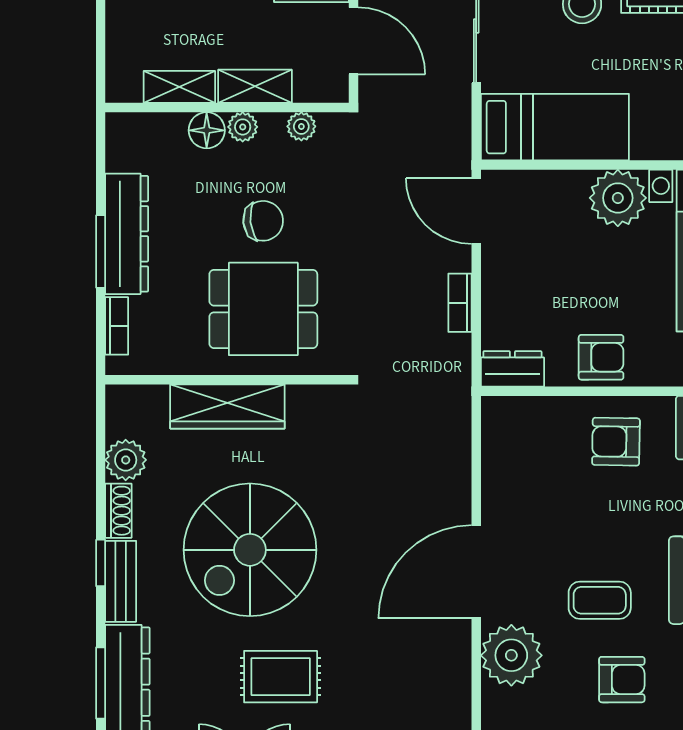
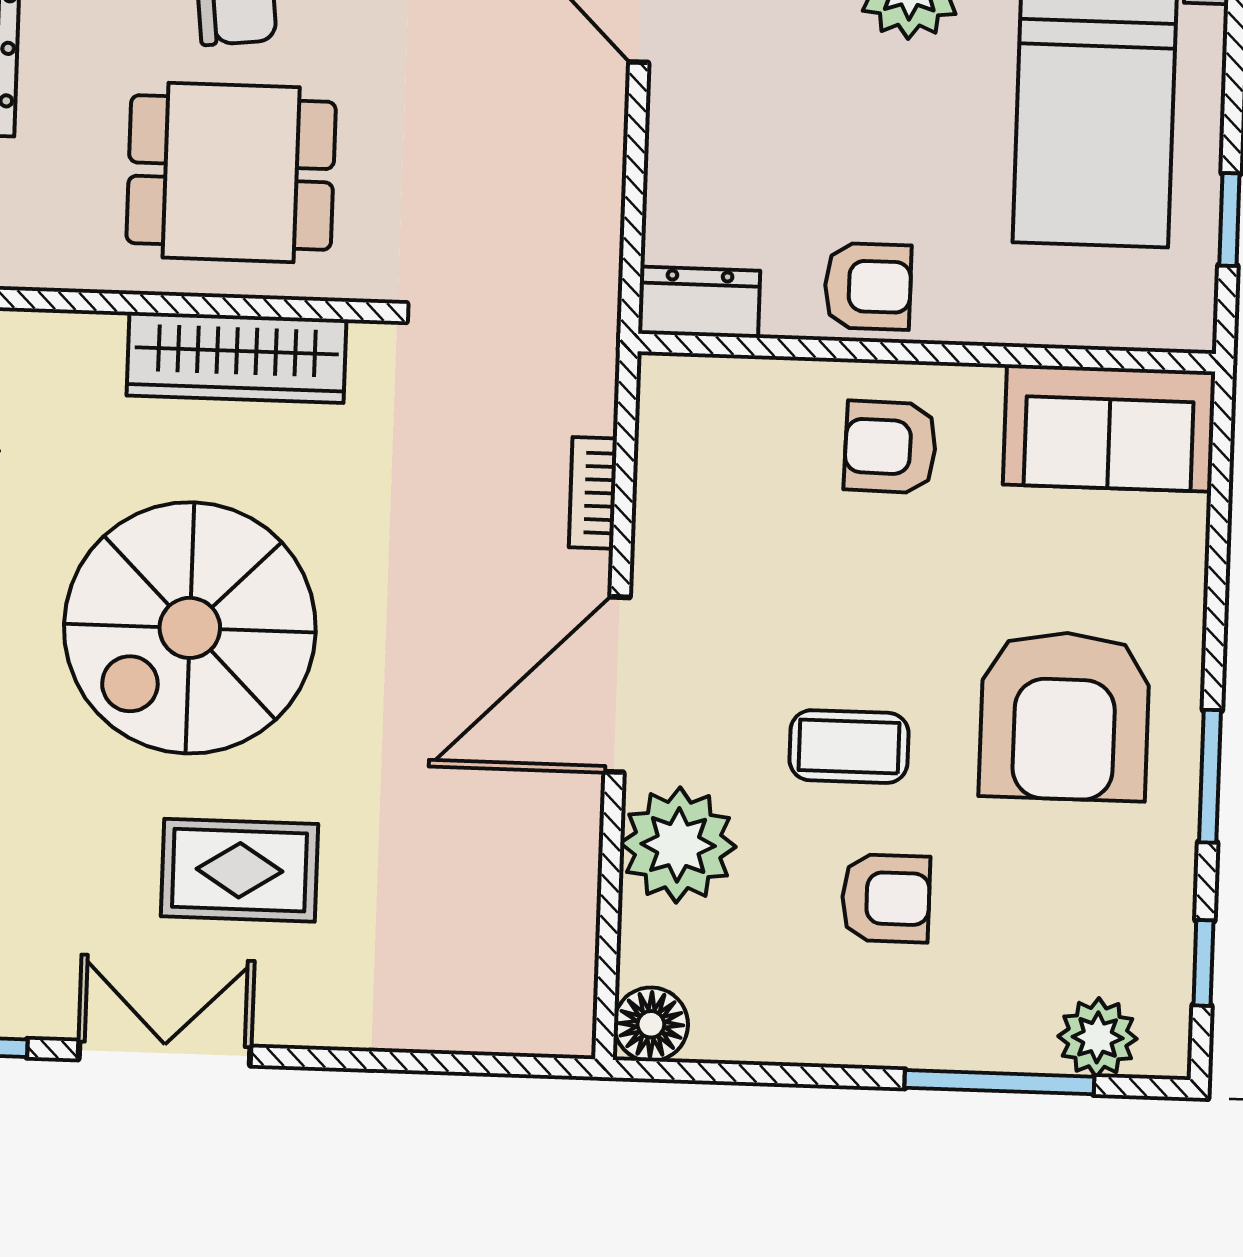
bookcase: (460, 303) -> (593, 493), moved
wardrobe: (227, 406) -> (236, 357), moved

